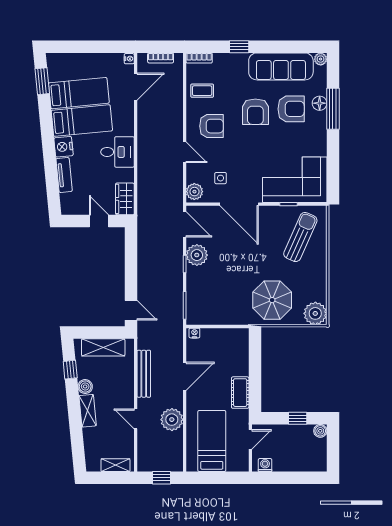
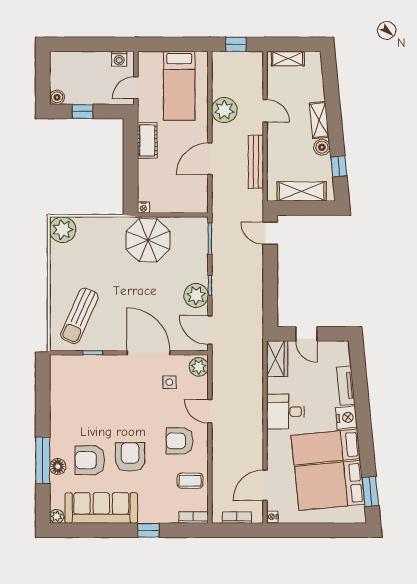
bed: (79, 93) -> (330, 485), width x1.50
corner sofa: (295, 180) -> (86, 380), removed
parasol: (272, 300) -> (148, 240), moved
nightstand: (194, 333) -> (143, 208), moved

